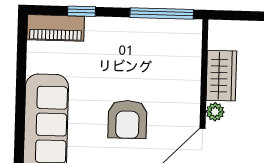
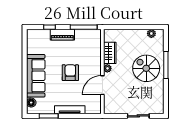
piano: (56, 28) -> (62, 35), moved
armchair: (127, 119) -> (70, 73), turned 180

